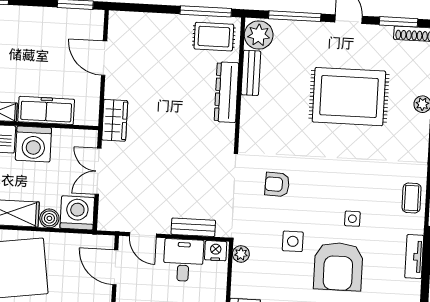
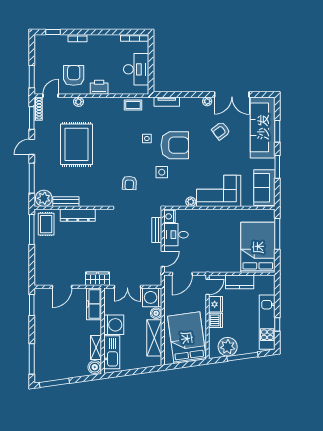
freezer: (46, 110) -> (94, 304), moved
plant: (241, 254) -> (191, 202), moved

